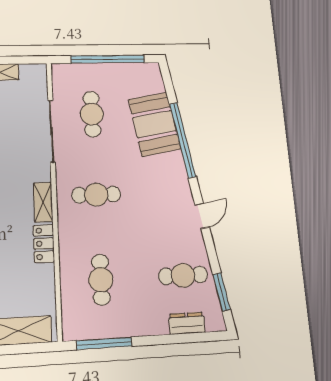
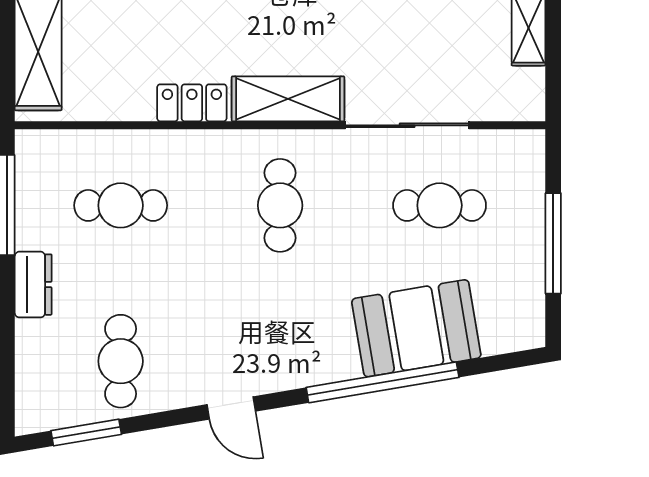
window: (108, 59) -> (553, 243), width x0.68
shelving: (43, 202) -> (288, 99), width x1.50, depth x1.33
dresser: (187, 323) -> (33, 285), moved

